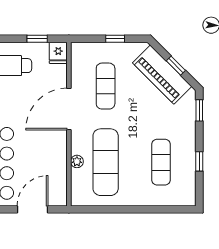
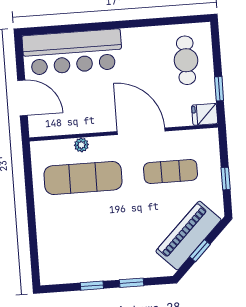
window: (199, 110) -> (132, 283), moved
exercise mat: (161, 162) -> (88, 242), removed

